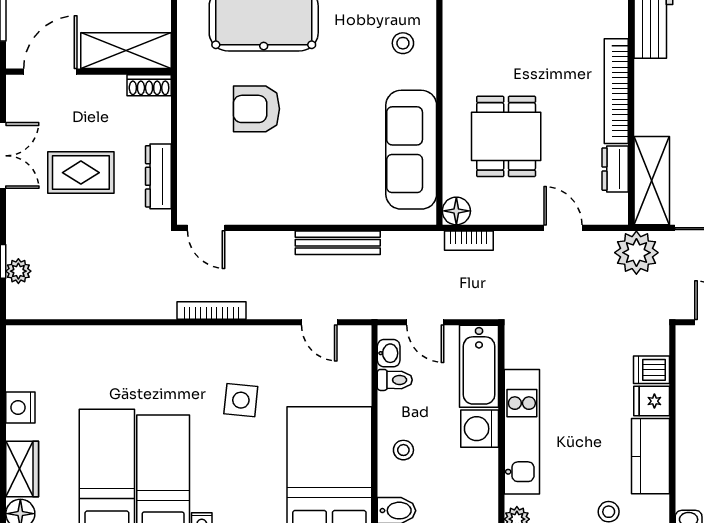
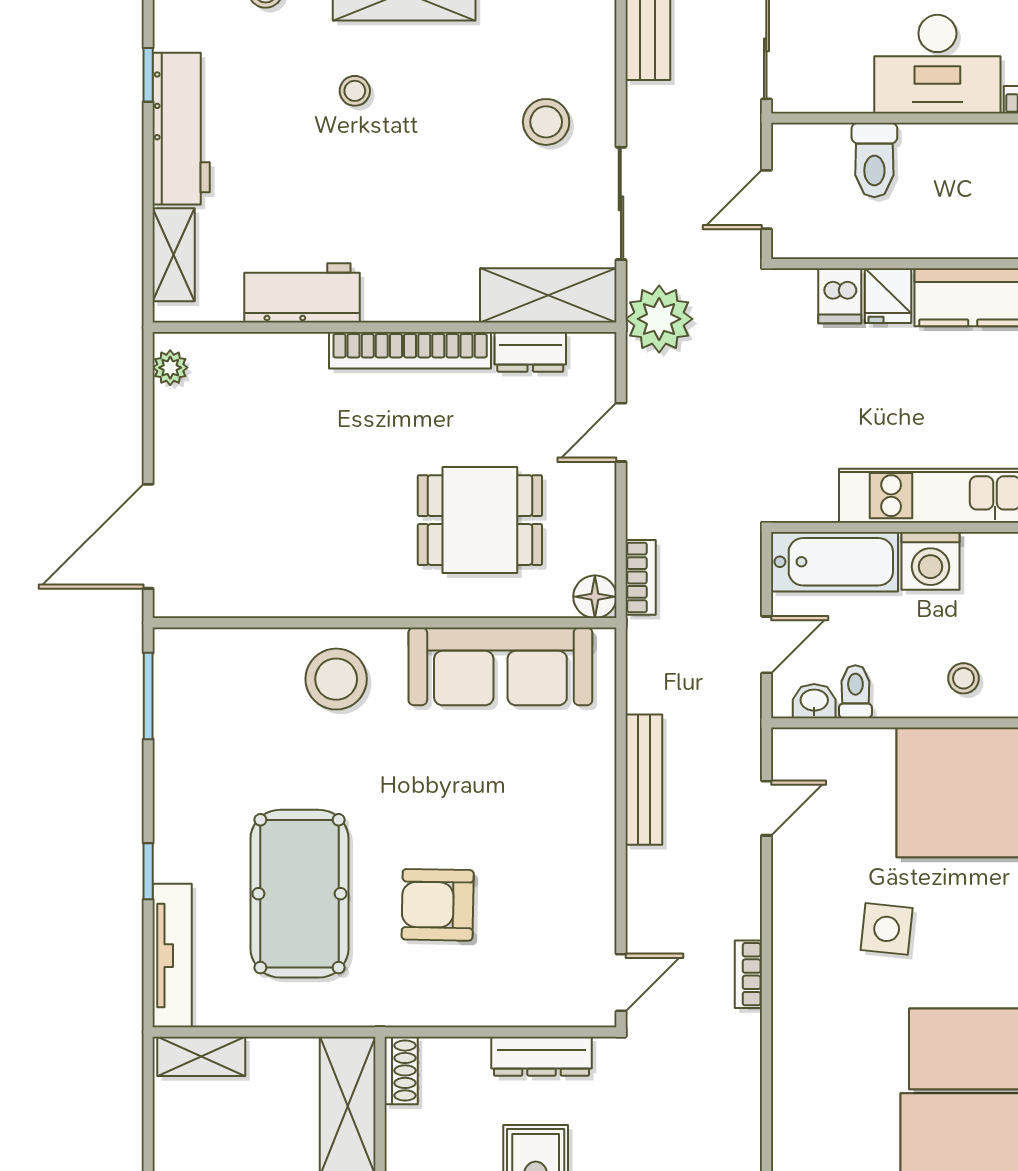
stool: (403, 43) -> (336, 679), width x1.89, depth x1.89
armchair: (257, 109) -> (438, 905), turned 91
bookcase: (212, 311) -> (748, 974), width x0.64

